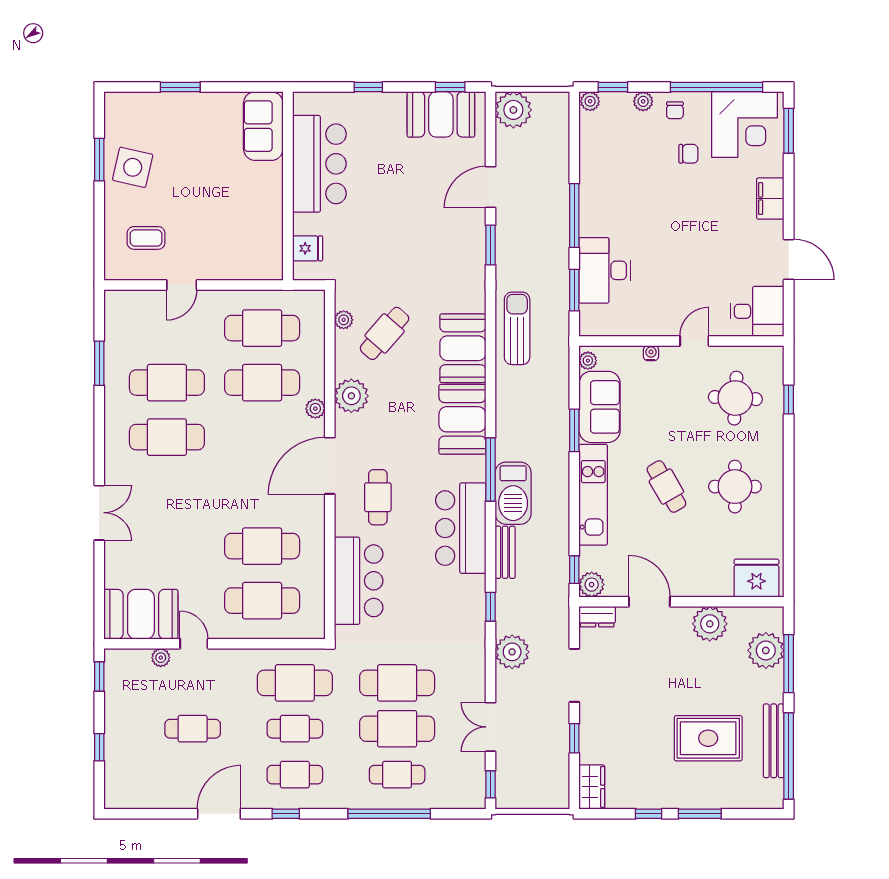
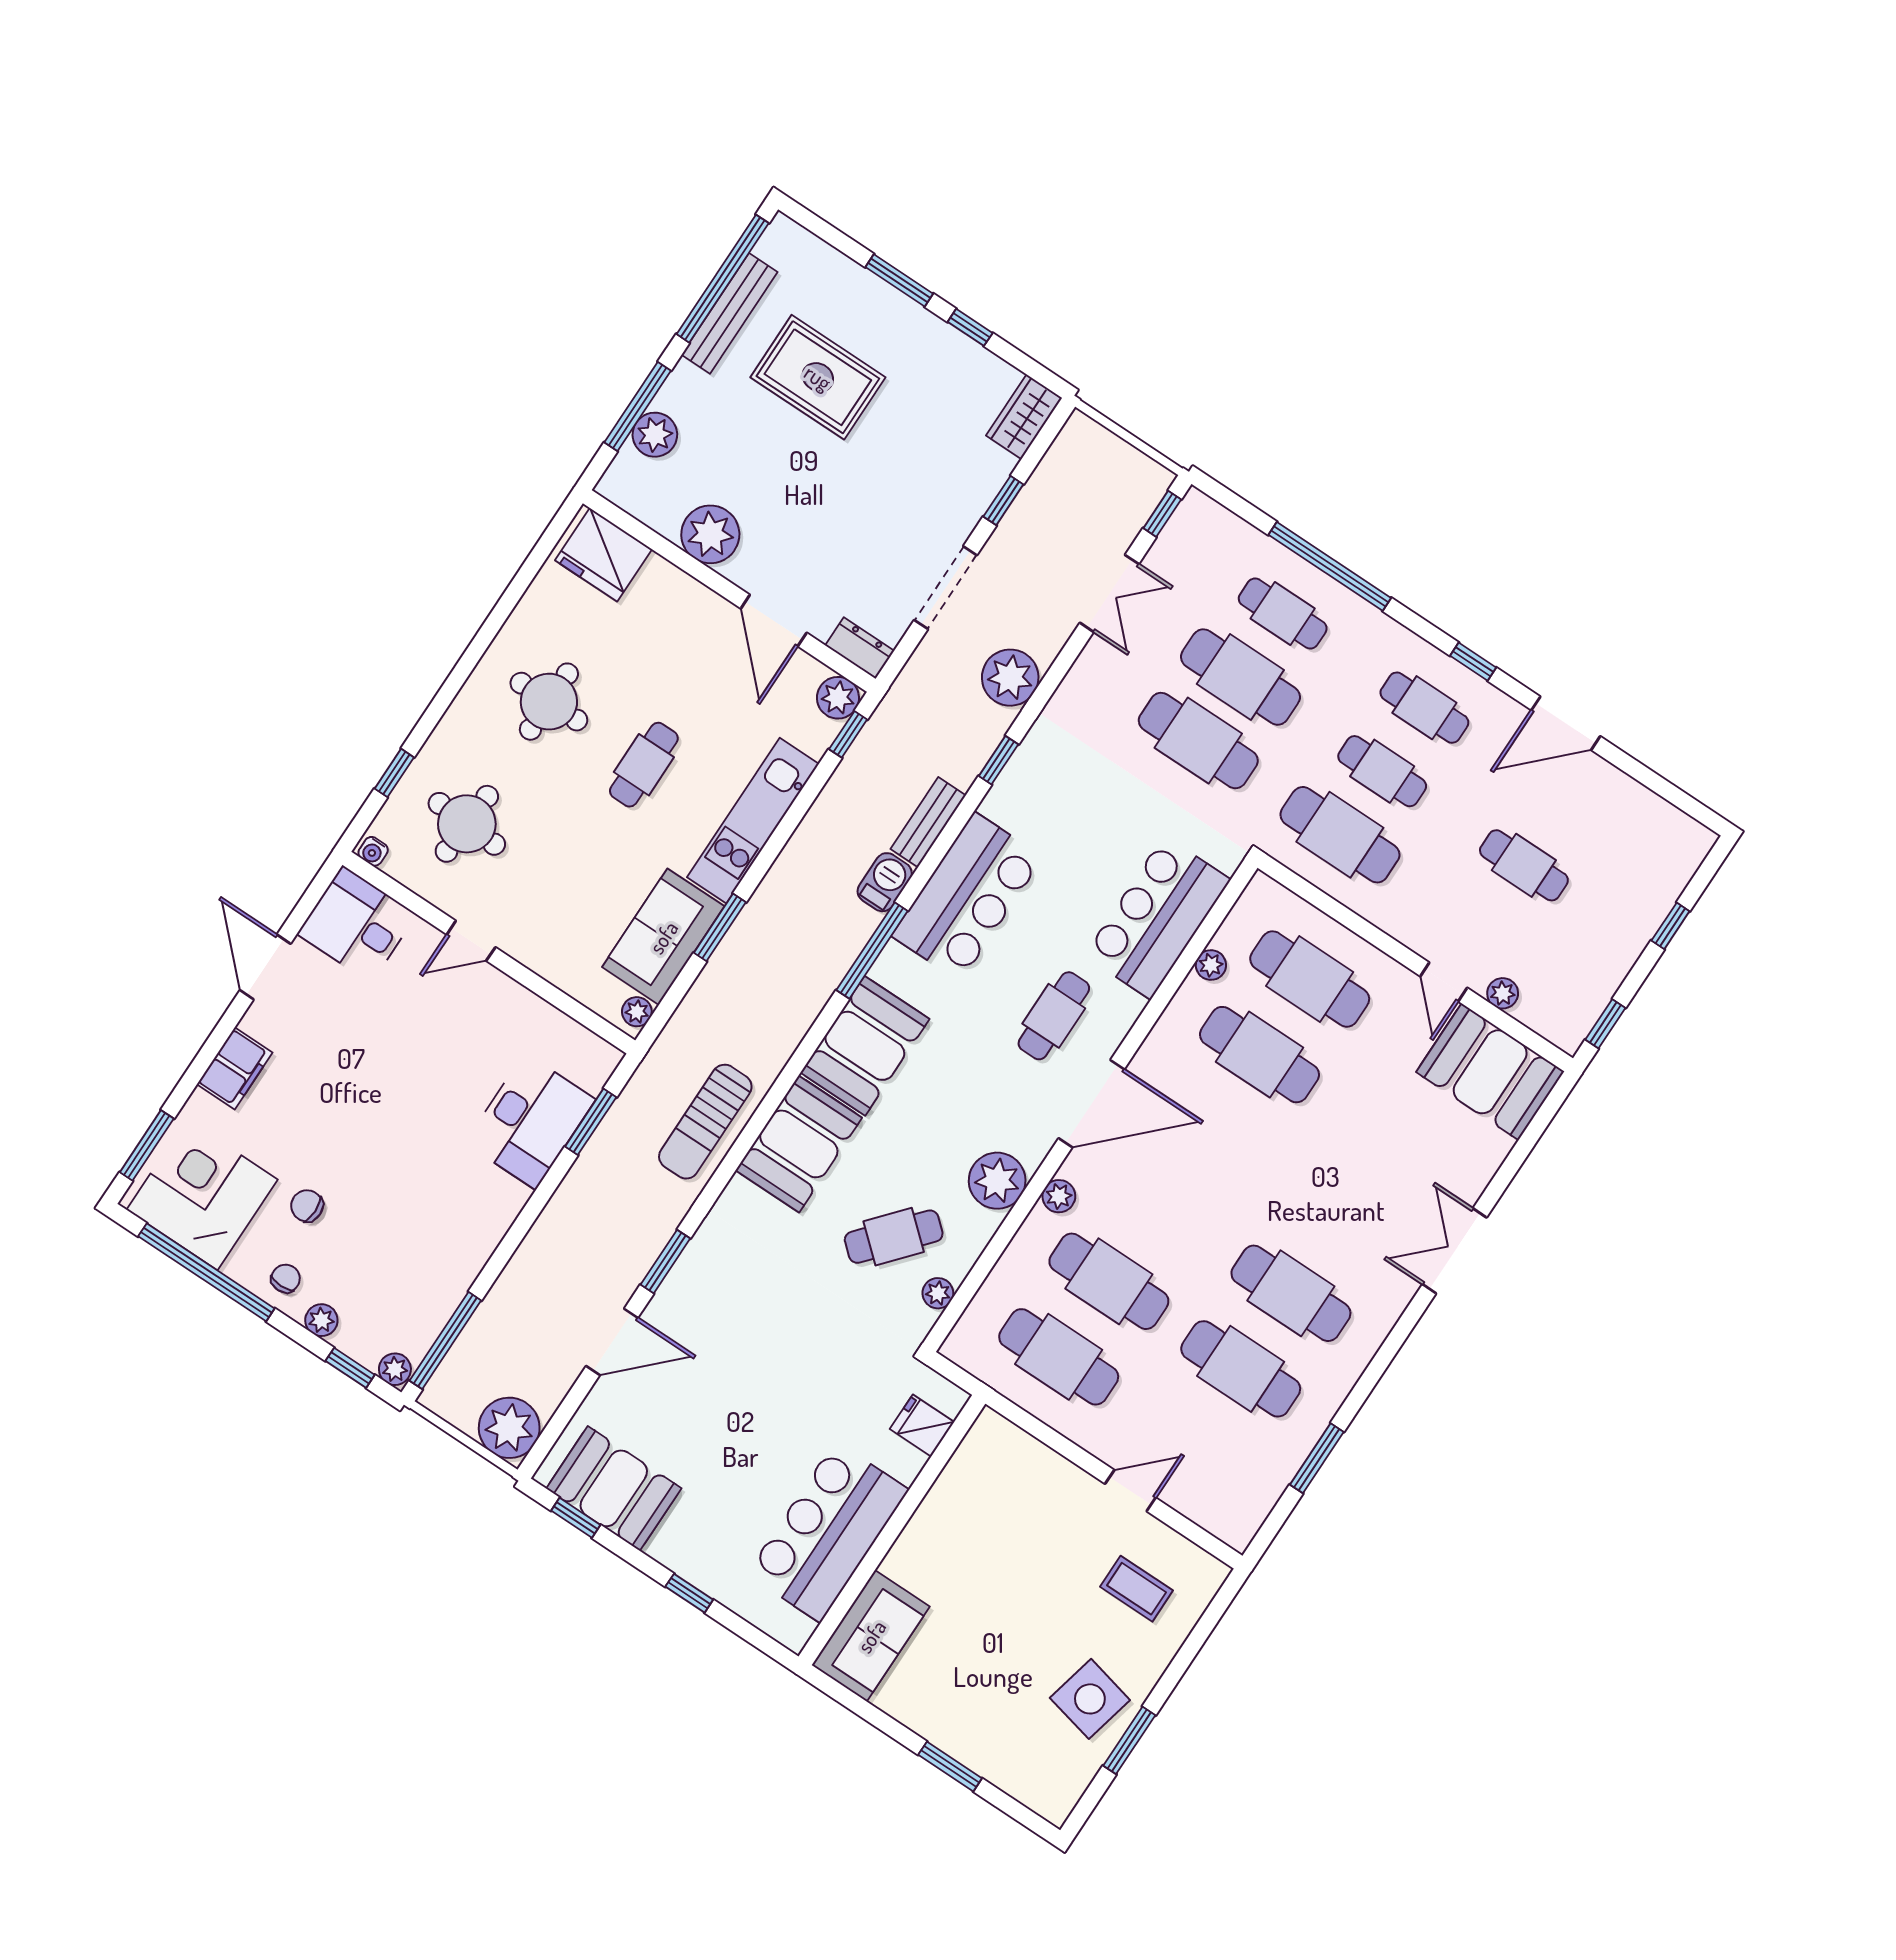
window: (574, 215) -> (445, 1341), moved
water cooler: (651, 353) -> (373, 851), moved
cafe table: (666, 487) -> (644, 765), turned 30
barbecue: (513, 493) -> (885, 882), width x0.53, depth x0.65
plant: (316, 575) -> (1211, 965), added
plant: (766, 650) -> (655, 435), width x0.73, depth x0.73

